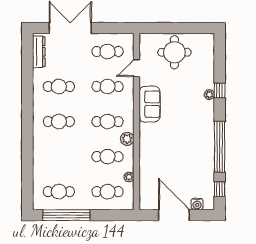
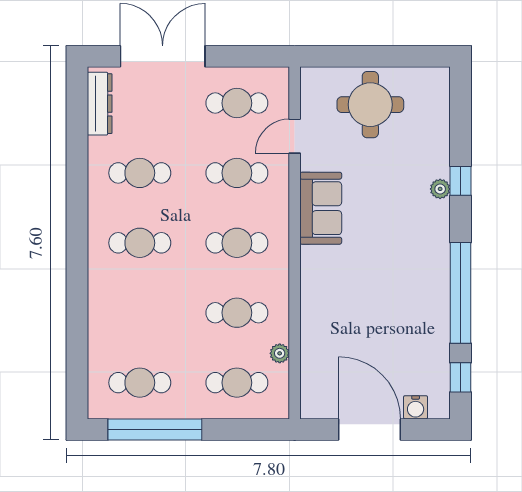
plant: (127, 139) -> (276, 277), removed

